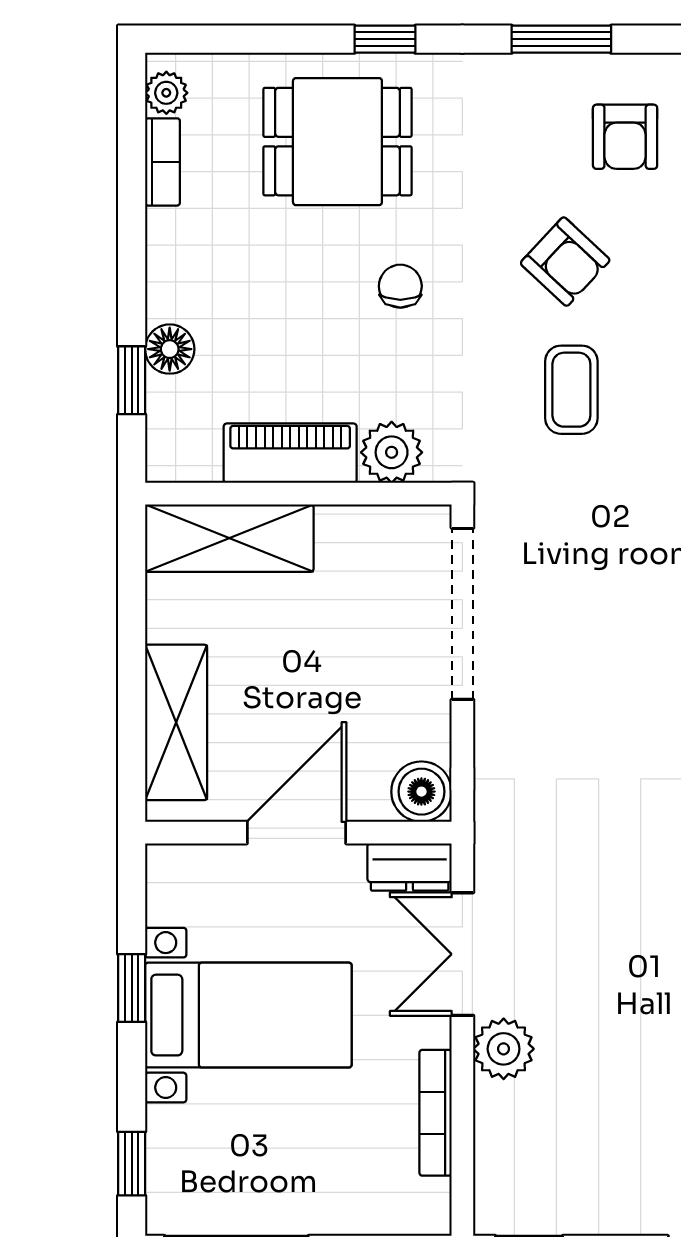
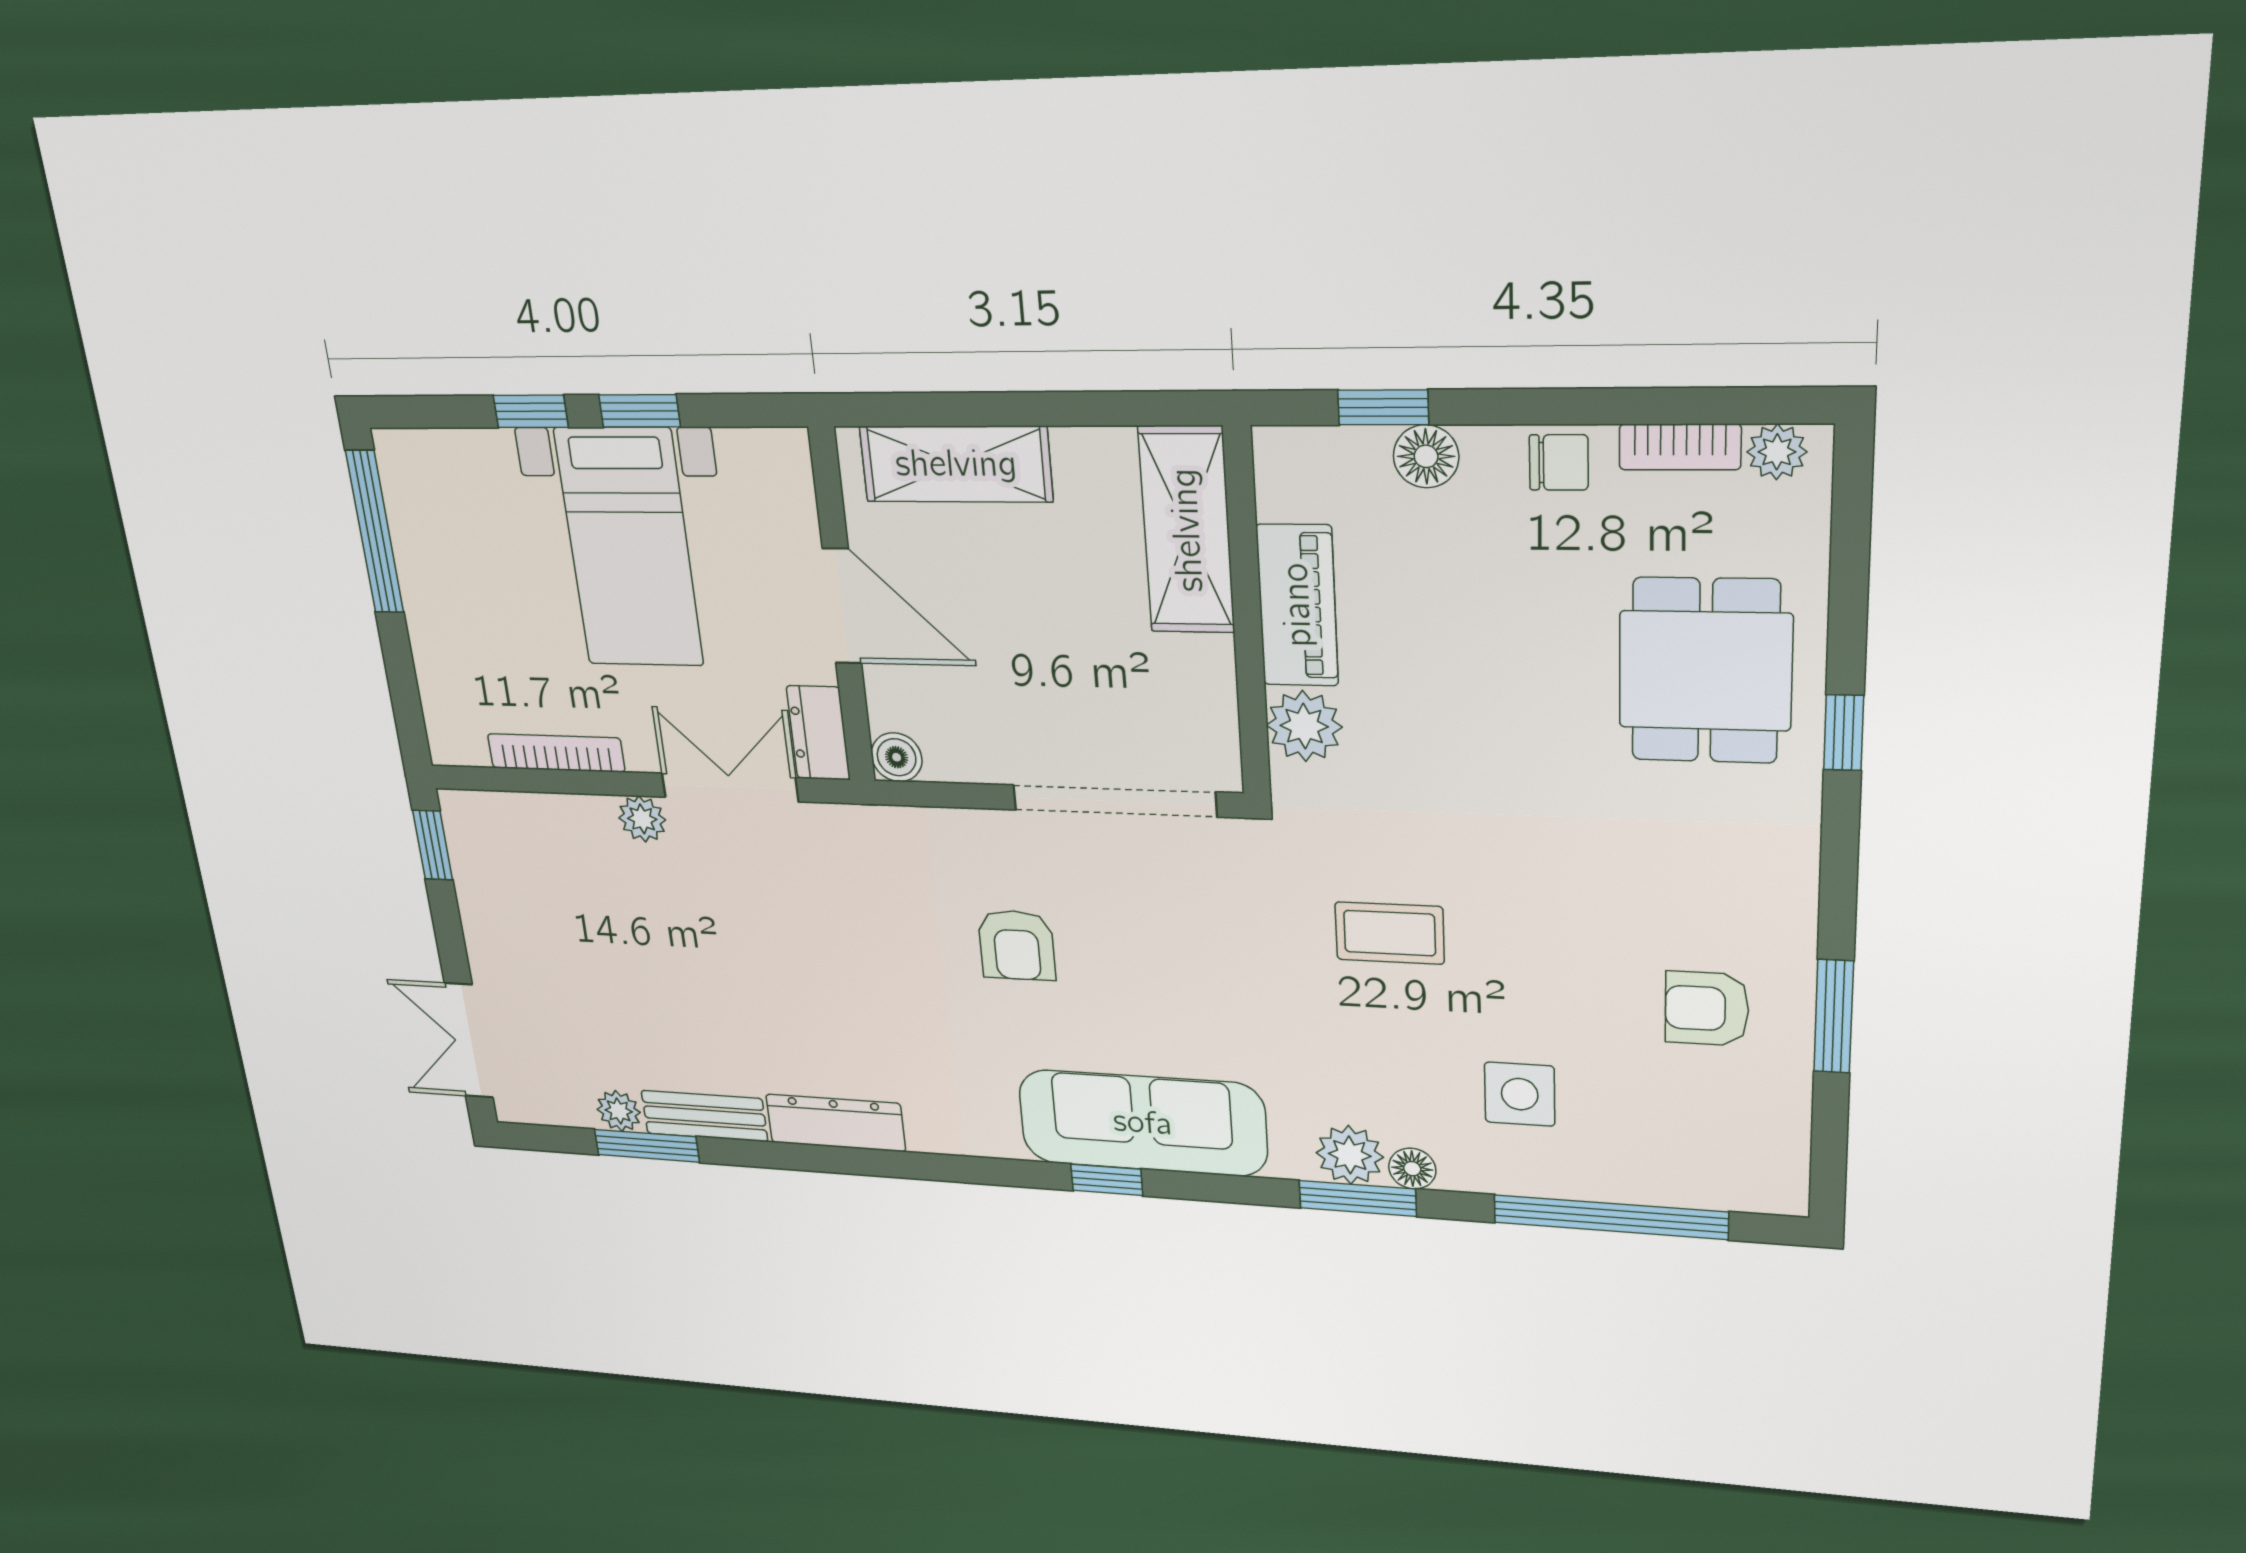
window: (561, 39) -> (1834, 1017), moved
armchair: (565, 262) -> (1017, 945), moved, turned -43
chair: (400, 286) -> (1559, 462), moved
boiler: (421, 792) -> (897, 757), width x0.73, depth x0.73
plant: (504, 1049) -> (642, 819), width x0.73, depth x0.73
window: (132, 1164) -> (531, 411), moved

